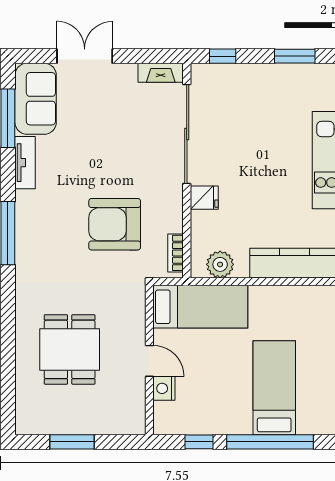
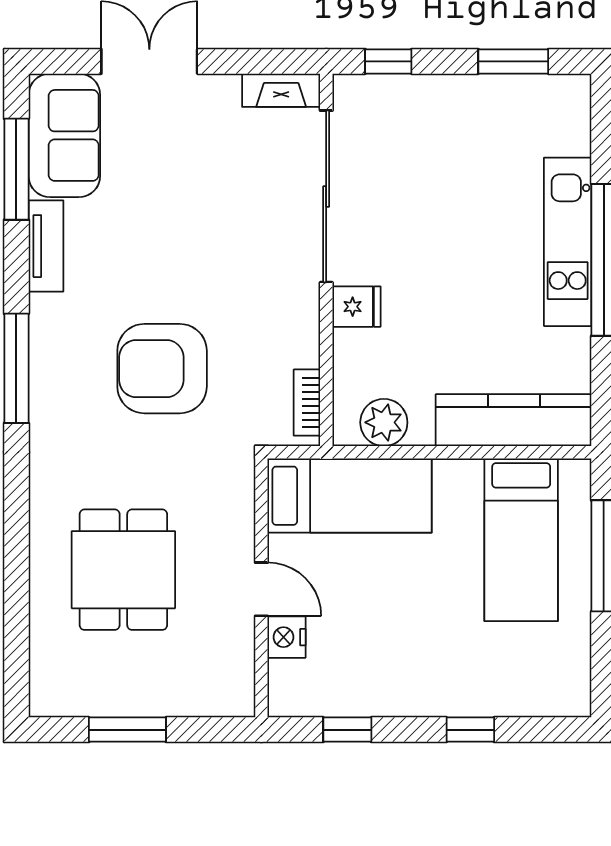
armchair: (115, 224) -> (162, 369), moved
bed: (274, 388) -> (521, 540), moved, turned 180
window: (270, 442) -> (470, 730), width x0.32

